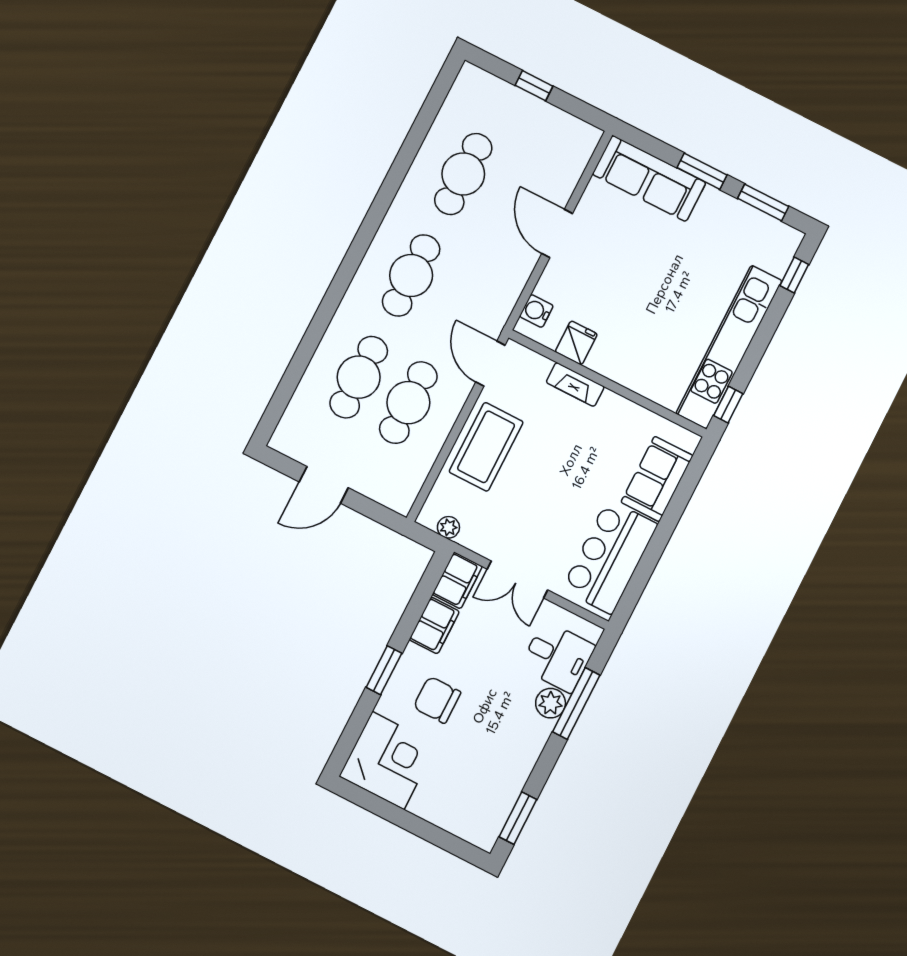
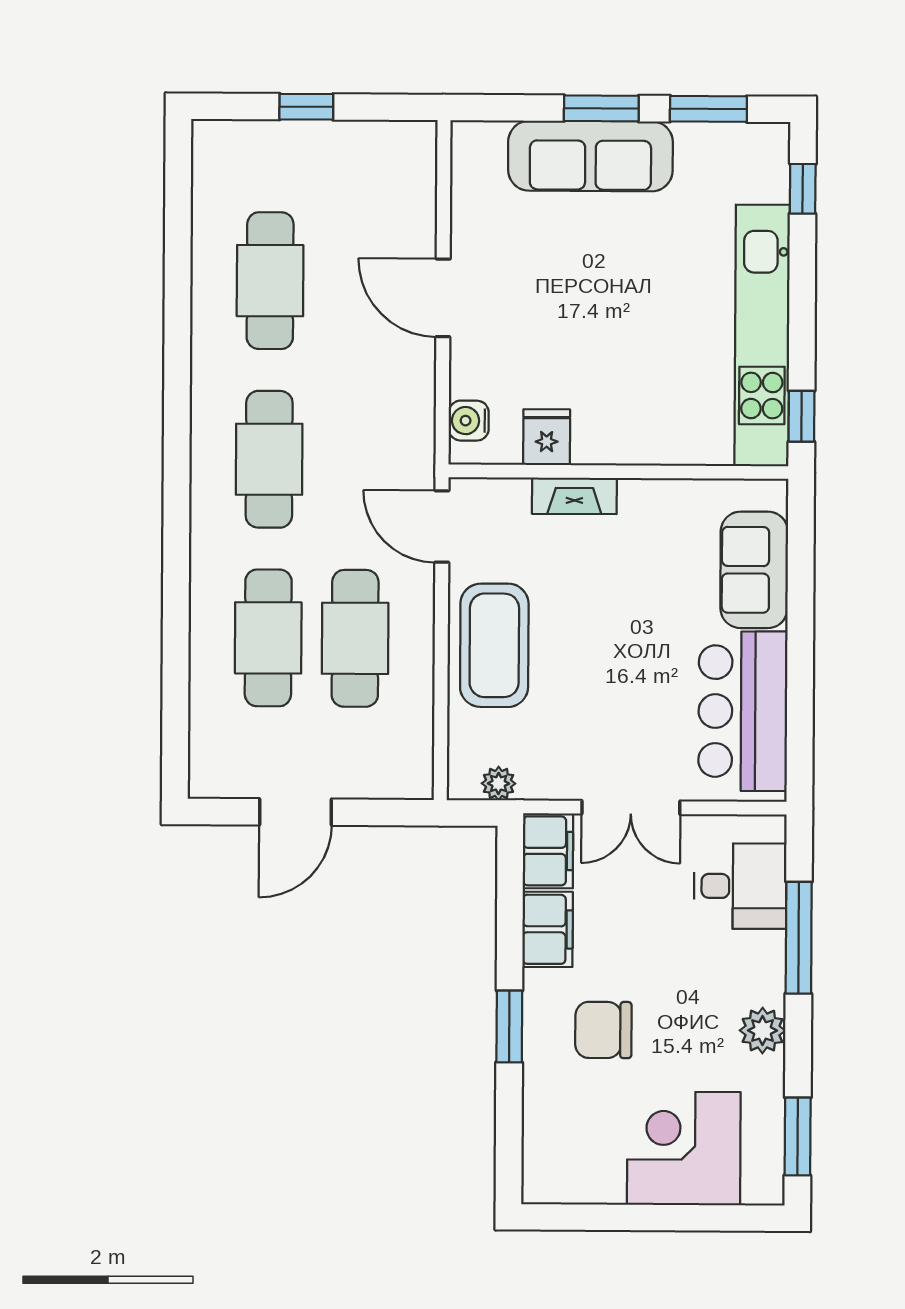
sofa: (649, 178) -> (590, 156), moved
plant: (551, 703) -> (763, 1030), moved
corner desk: (388, 761) -> (684, 1148), moved, turned -90

